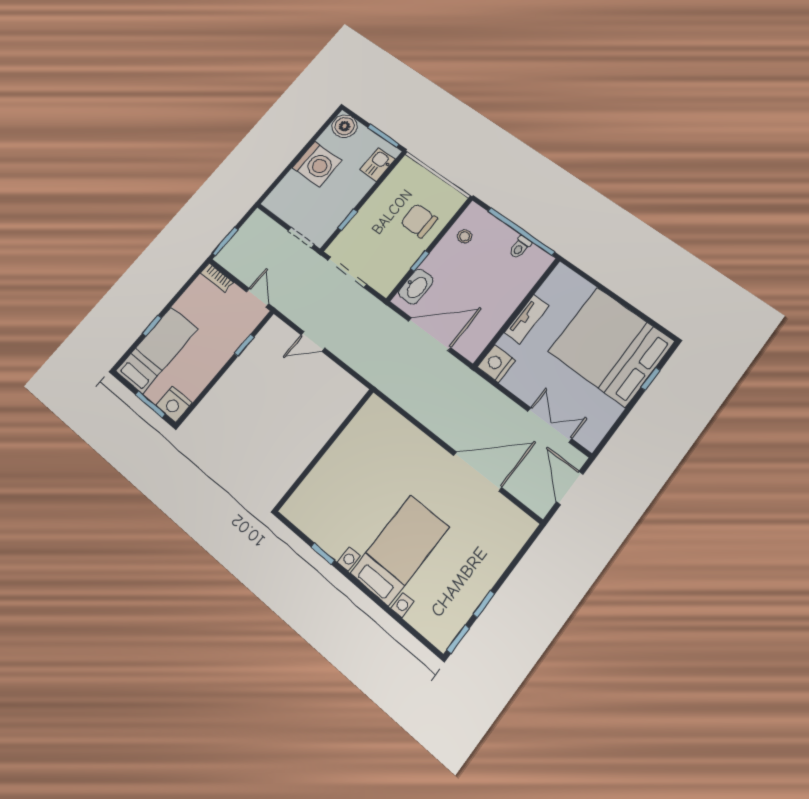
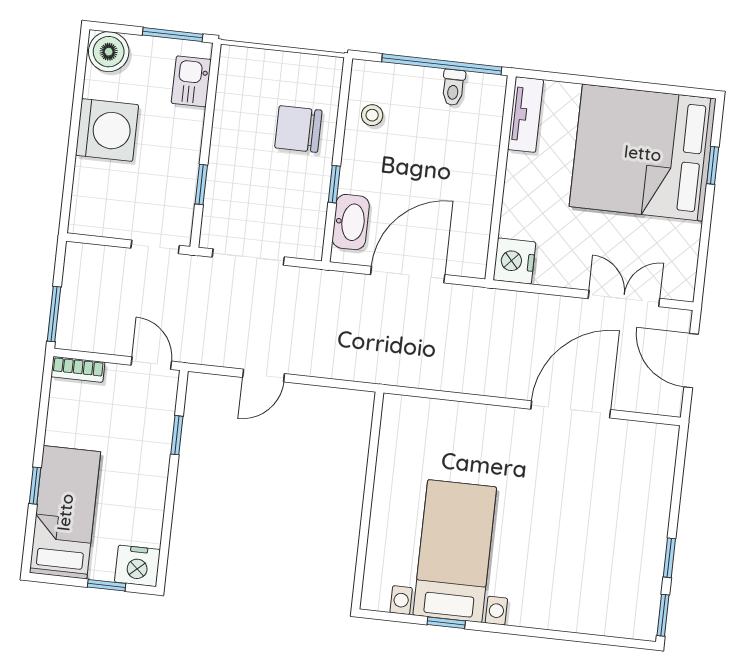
tv unit: (527, 319) -> (525, 114), moved
window: (150, 404) -> (107, 585), width x0.67
bed with nightstands: (400, 550) -> (455, 551), moved

